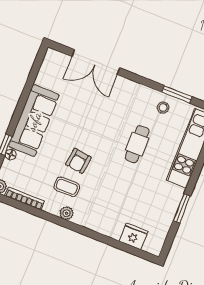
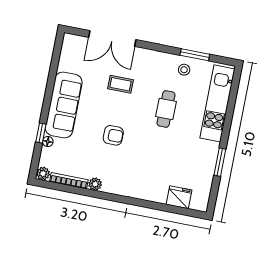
armchair: (78, 161) -> (113, 135), turned -97
coffee table: (67, 187) -> (121, 84), moved
plant: (67, 213) -> (95, 184), moved

